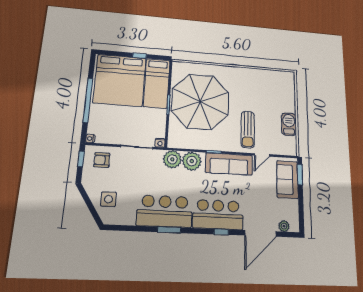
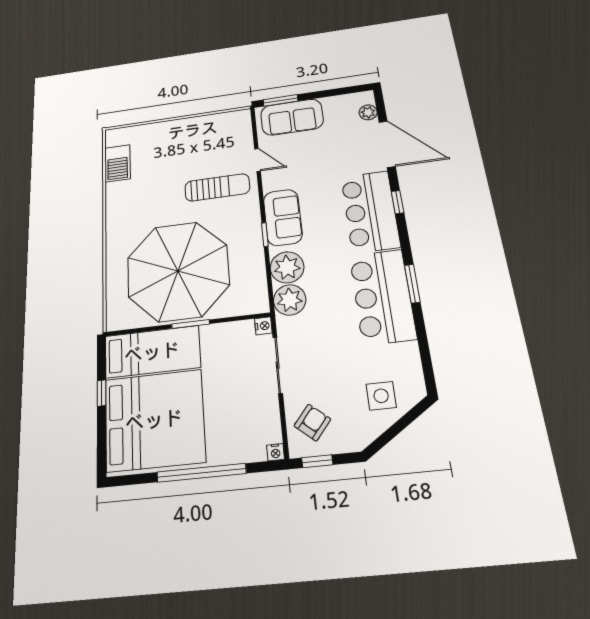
barbecue: (289, 124) -> (118, 163), moved, turned -90
armchair: (102, 160) -> (312, 422), turned -140
sofa: (229, 164) -> (283, 217), width x0.73

